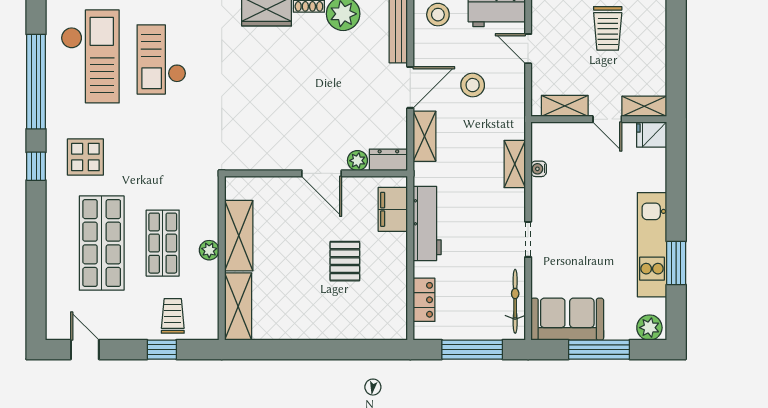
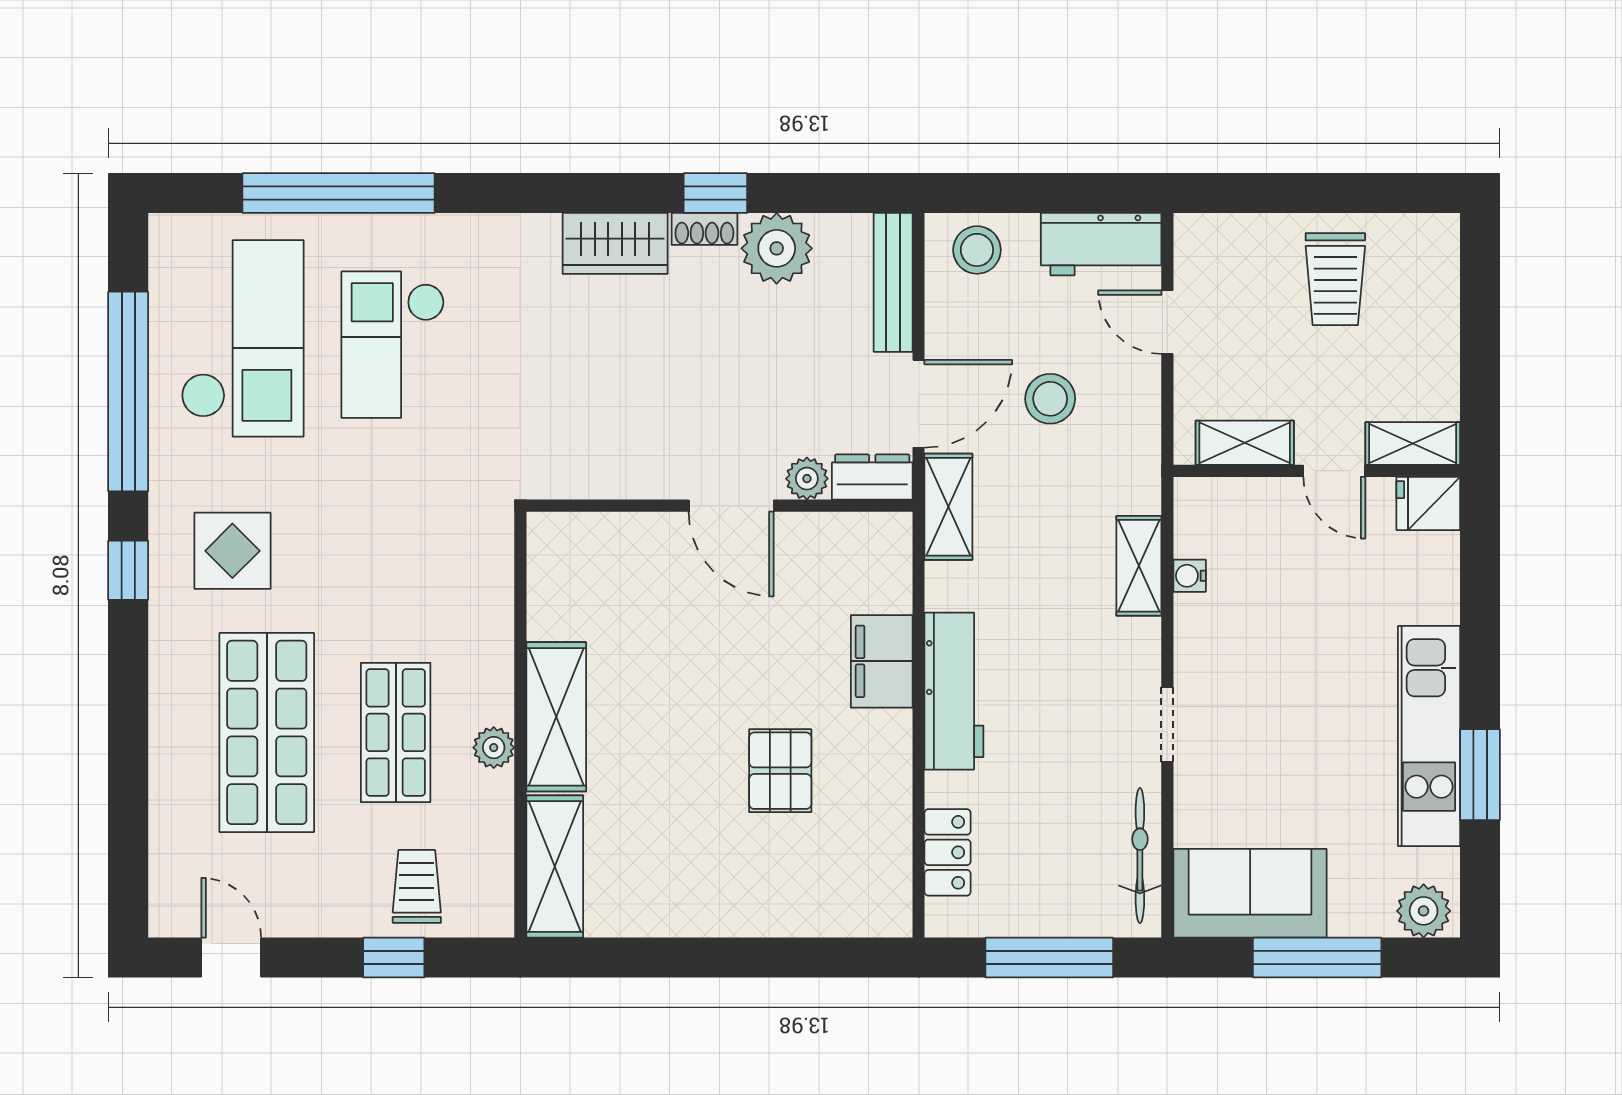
dresser: (388, 160) -> (872, 477), moved
plant: (357, 161) -> (807, 479), moved
wall: (316, 173) -> (719, 506), moved
door: (322, 173) -> (731, 506), moved

